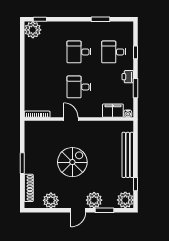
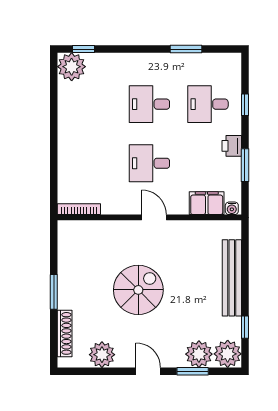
door: (71, 119) -> (154, 217), moved
plant: (94, 200) -> (199, 354), moved
door: (78, 210) -> (148, 371), swing flipped

